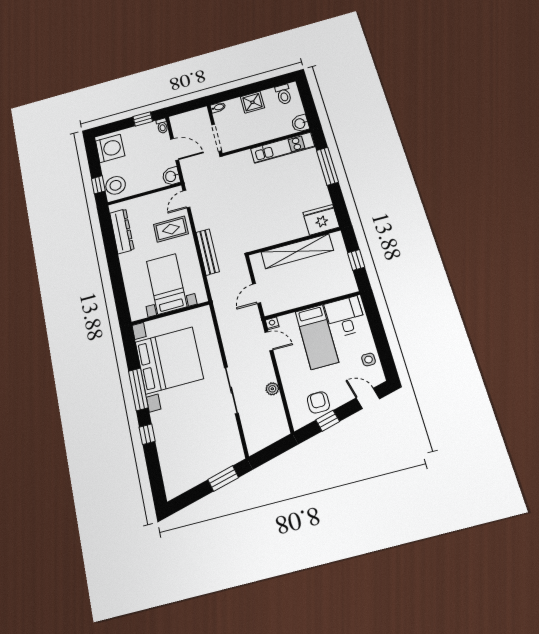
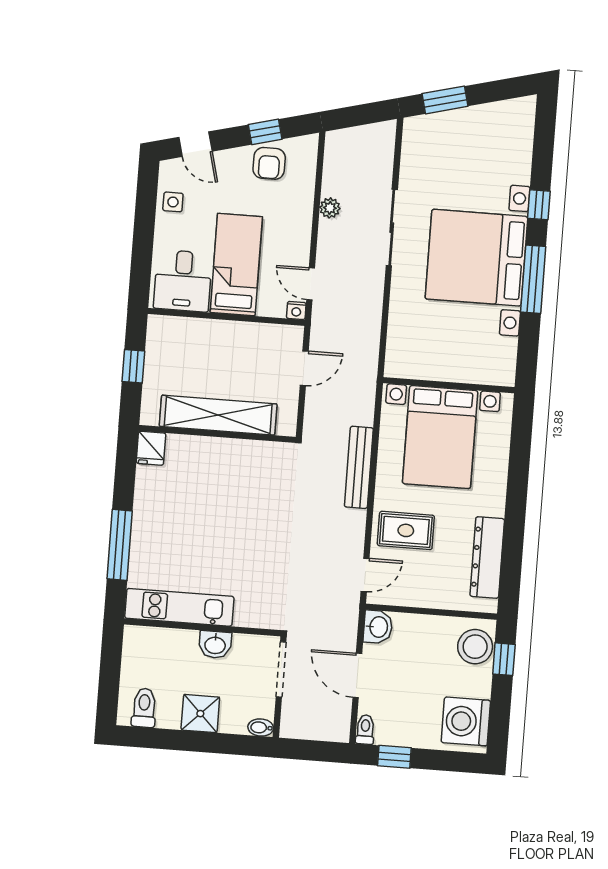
washbasin: (300, 123) -> (215, 645), moved, turned 90
fridge: (321, 220) -> (151, 448), width x0.53, depth x0.75
bed with nightstands: (167, 284) -> (440, 437), width x1.36
bed with nightstands: (169, 360) -> (476, 258), moved

